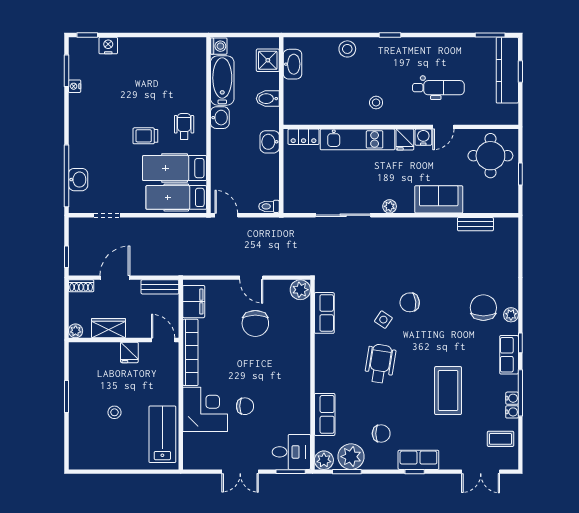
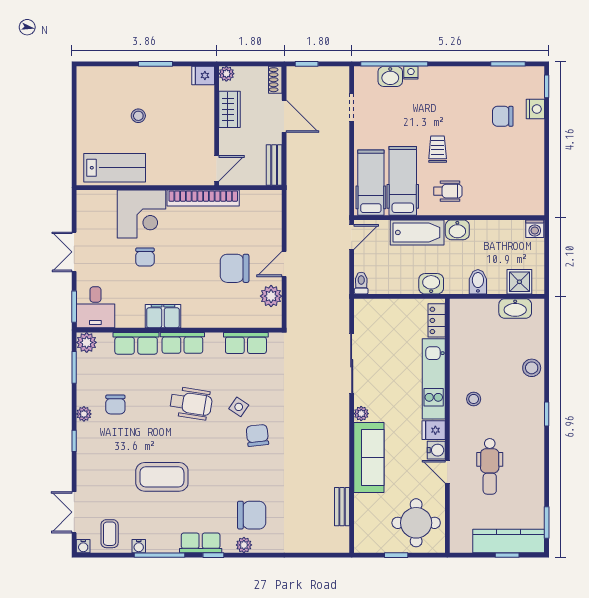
chair: (115, 76) -> (503, 116), added
bathtub: (222, 80) -> (417, 232), moved
nightstand: (75, 86) -> (411, 73), moved
sofa: (439, 199) -> (369, 457), width x1.36
plant: (300, 290) -> (271, 296), moved
filing cabinet: (194, 302) -> (163, 316), moved, turned 180
fridge: (129, 352) -> (203, 75), moved
water cooler: (512, 398) -> (83, 546), moved
plant: (351, 457) -> (84, 414), moved, width x0.53, depth x0.53
row of seats: (418, 460) -> (182, 343), moved, turned 90

